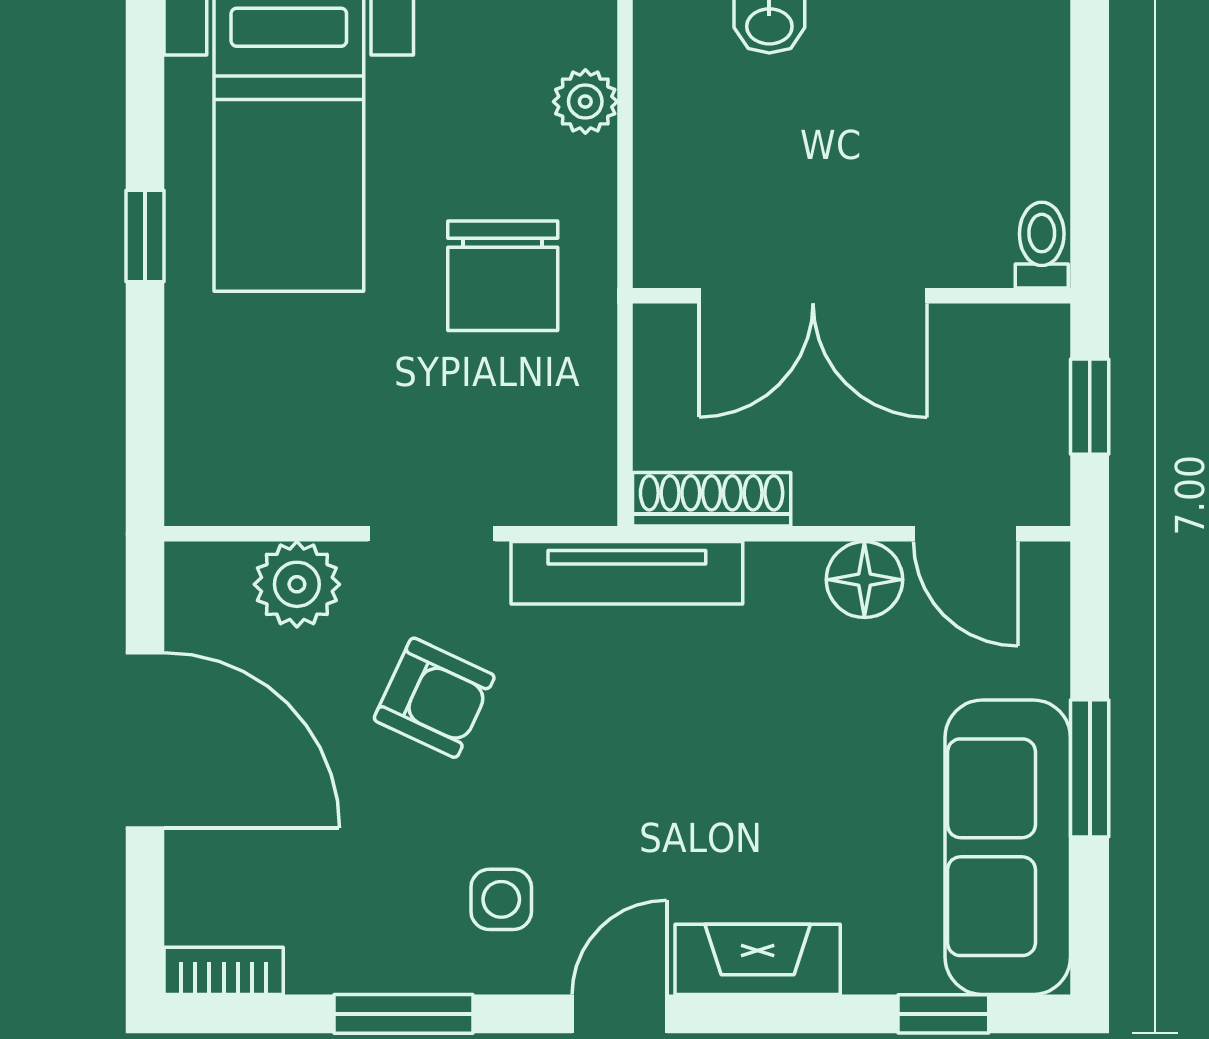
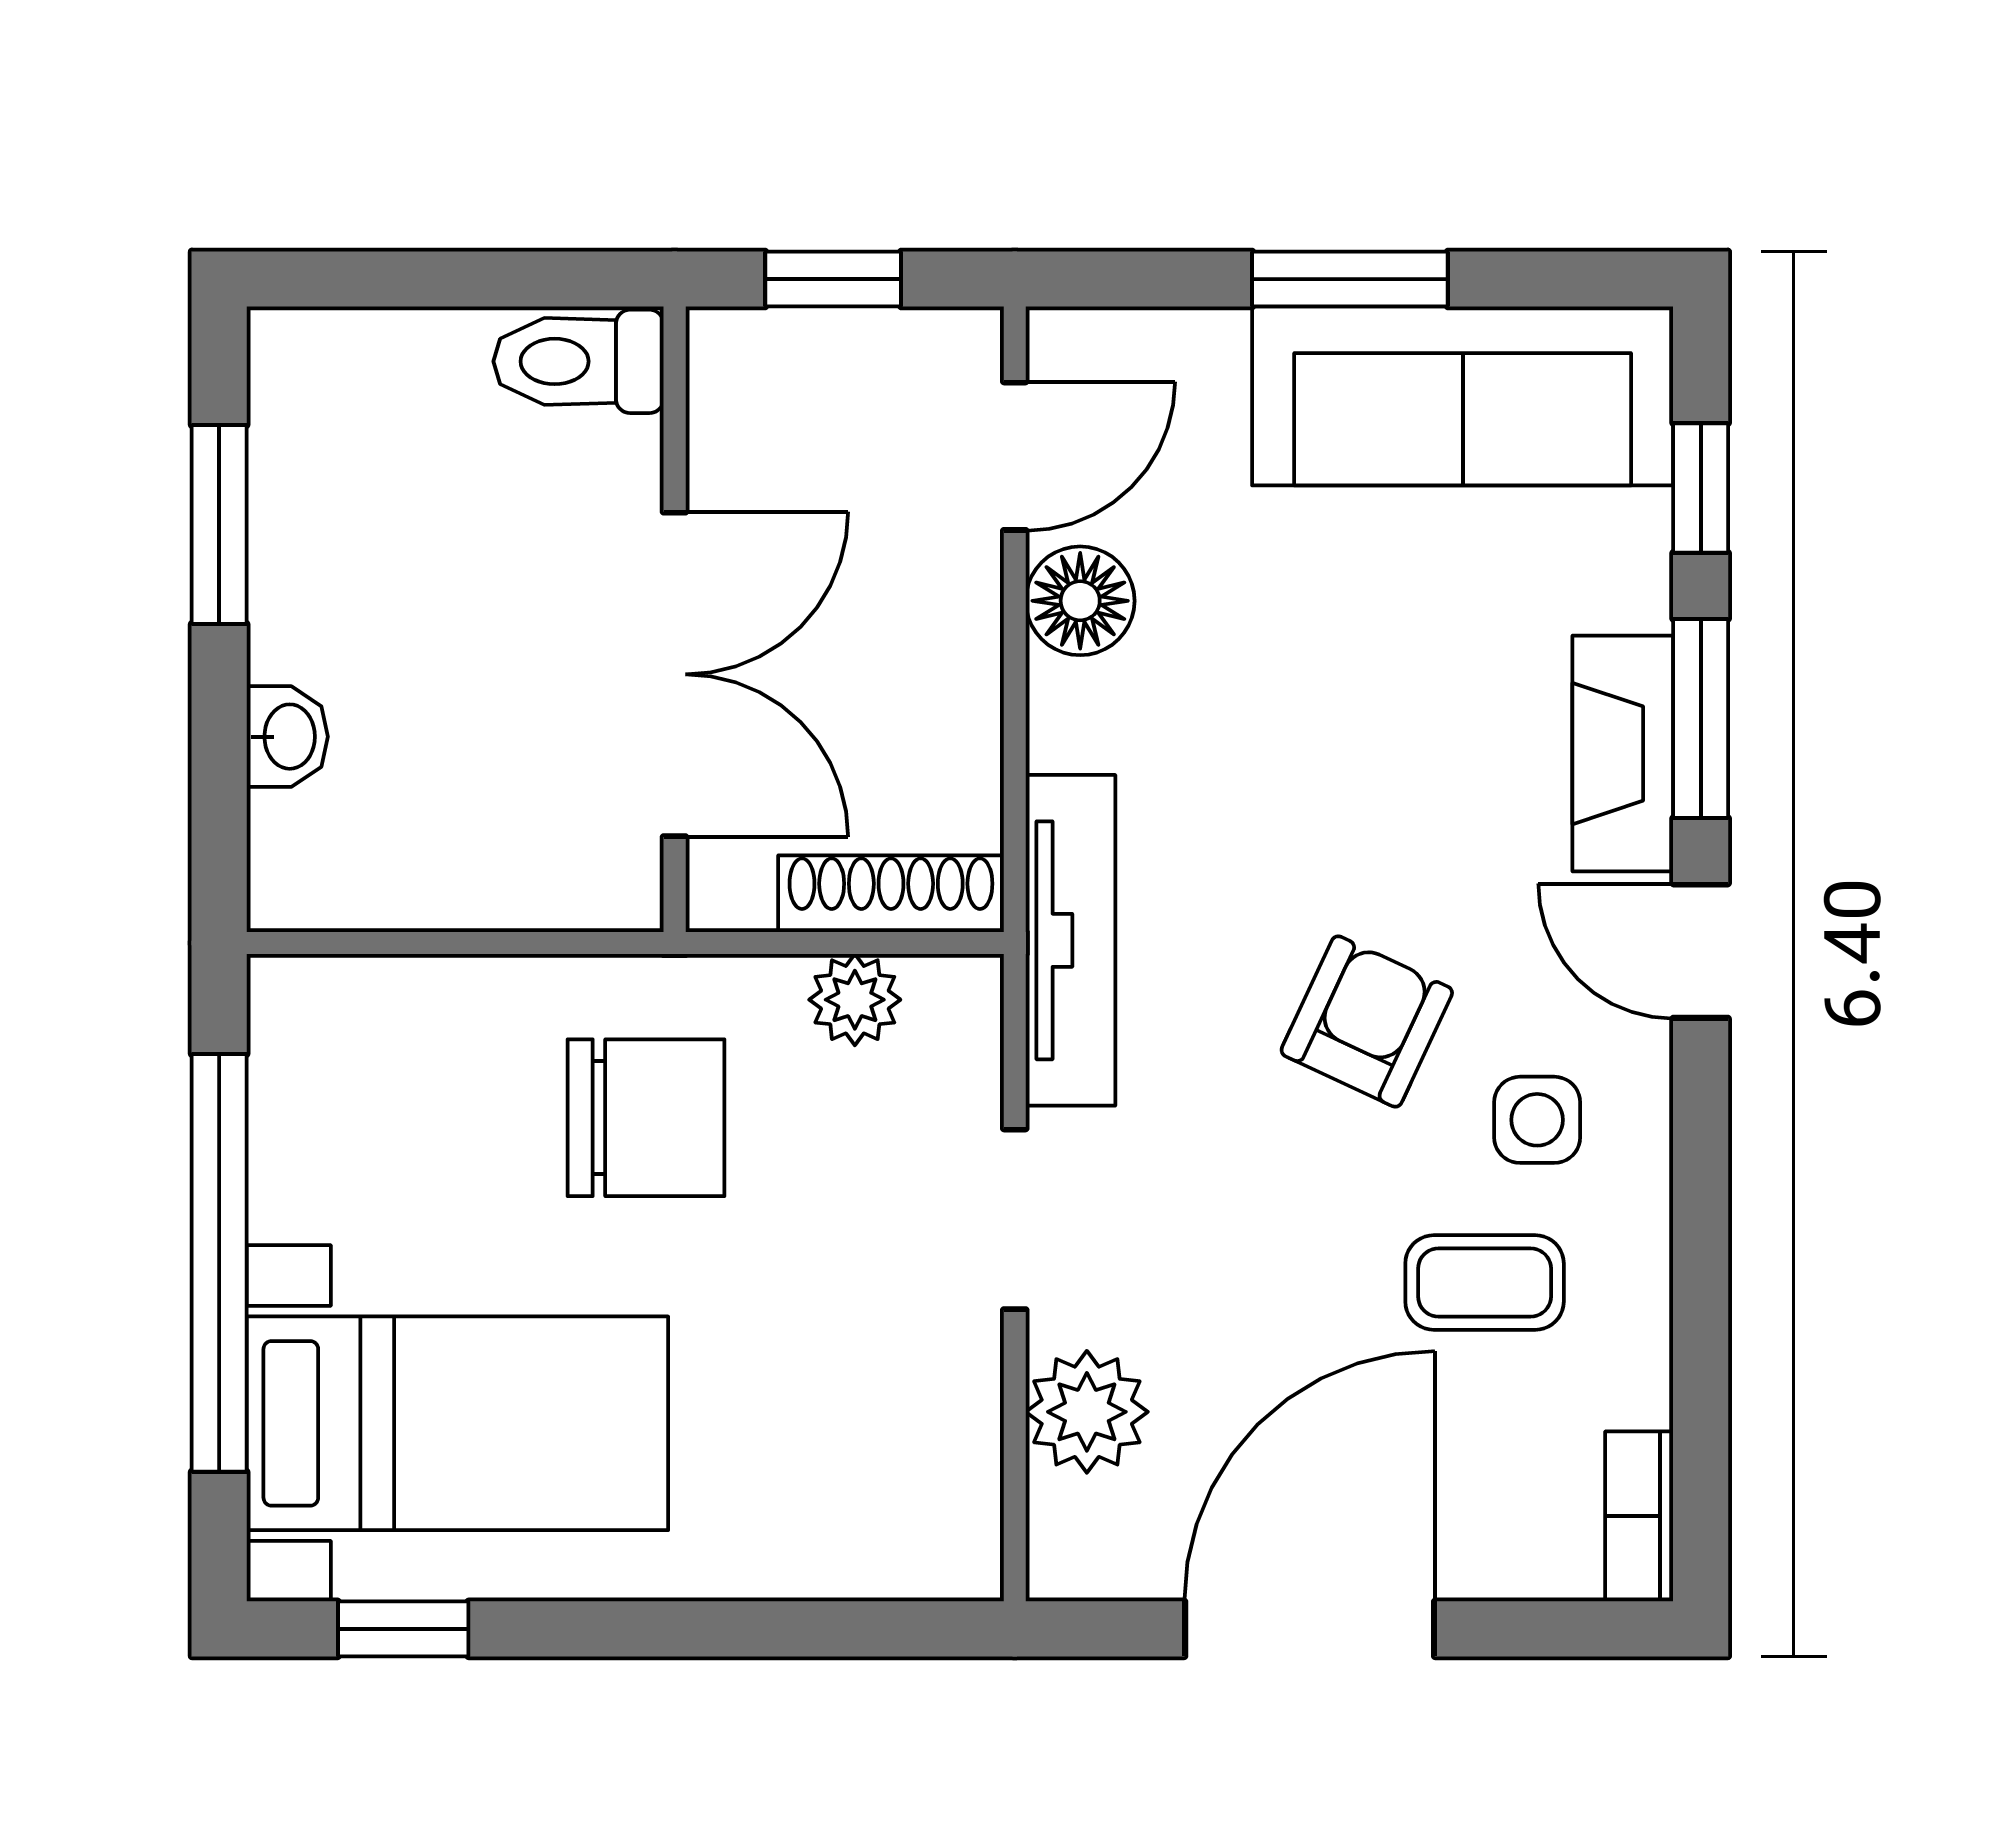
plant: (585, 102) -> (855, 1000), moved
window: (145, 236) -> (403, 1629), moved
toilet: (1042, 245) -> (578, 361), width x1.37, depth x1.39
shoe rack: (712, 499) -> (891, 894), moved, turned 90
armchair: (434, 698) -> (1367, 1021), moved
coffee table: (387, 863) -> (1485, 1282), added
window: (404, 1014) -> (1701, 718), moved

